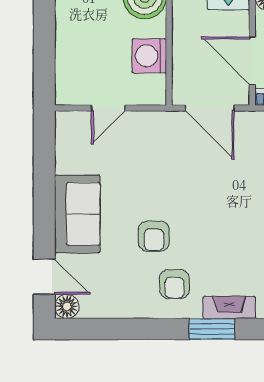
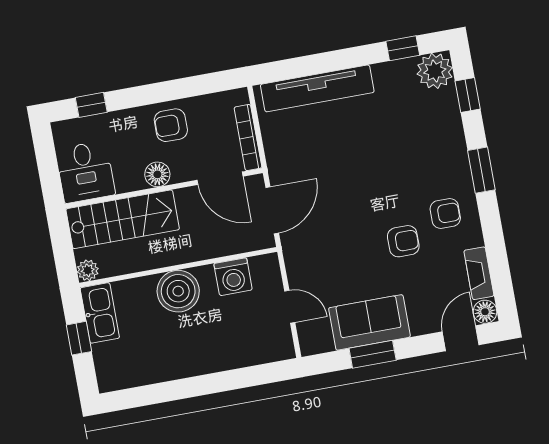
door: (252, 61) -> (220, 178), hinge flipped
window: (44, 184) -> (373, 354), added
sofa: (77, 214) -> (369, 322), moved
fireplace: (229, 307) -> (479, 273), moved

